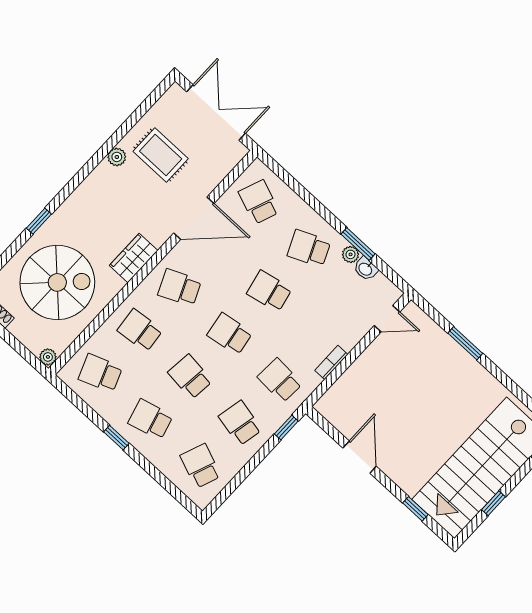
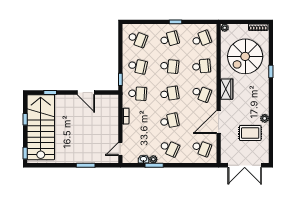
school desk: (309, 248) -> (170, 148), turned 48
school desk: (180, 288) -> (201, 94), turned 45

